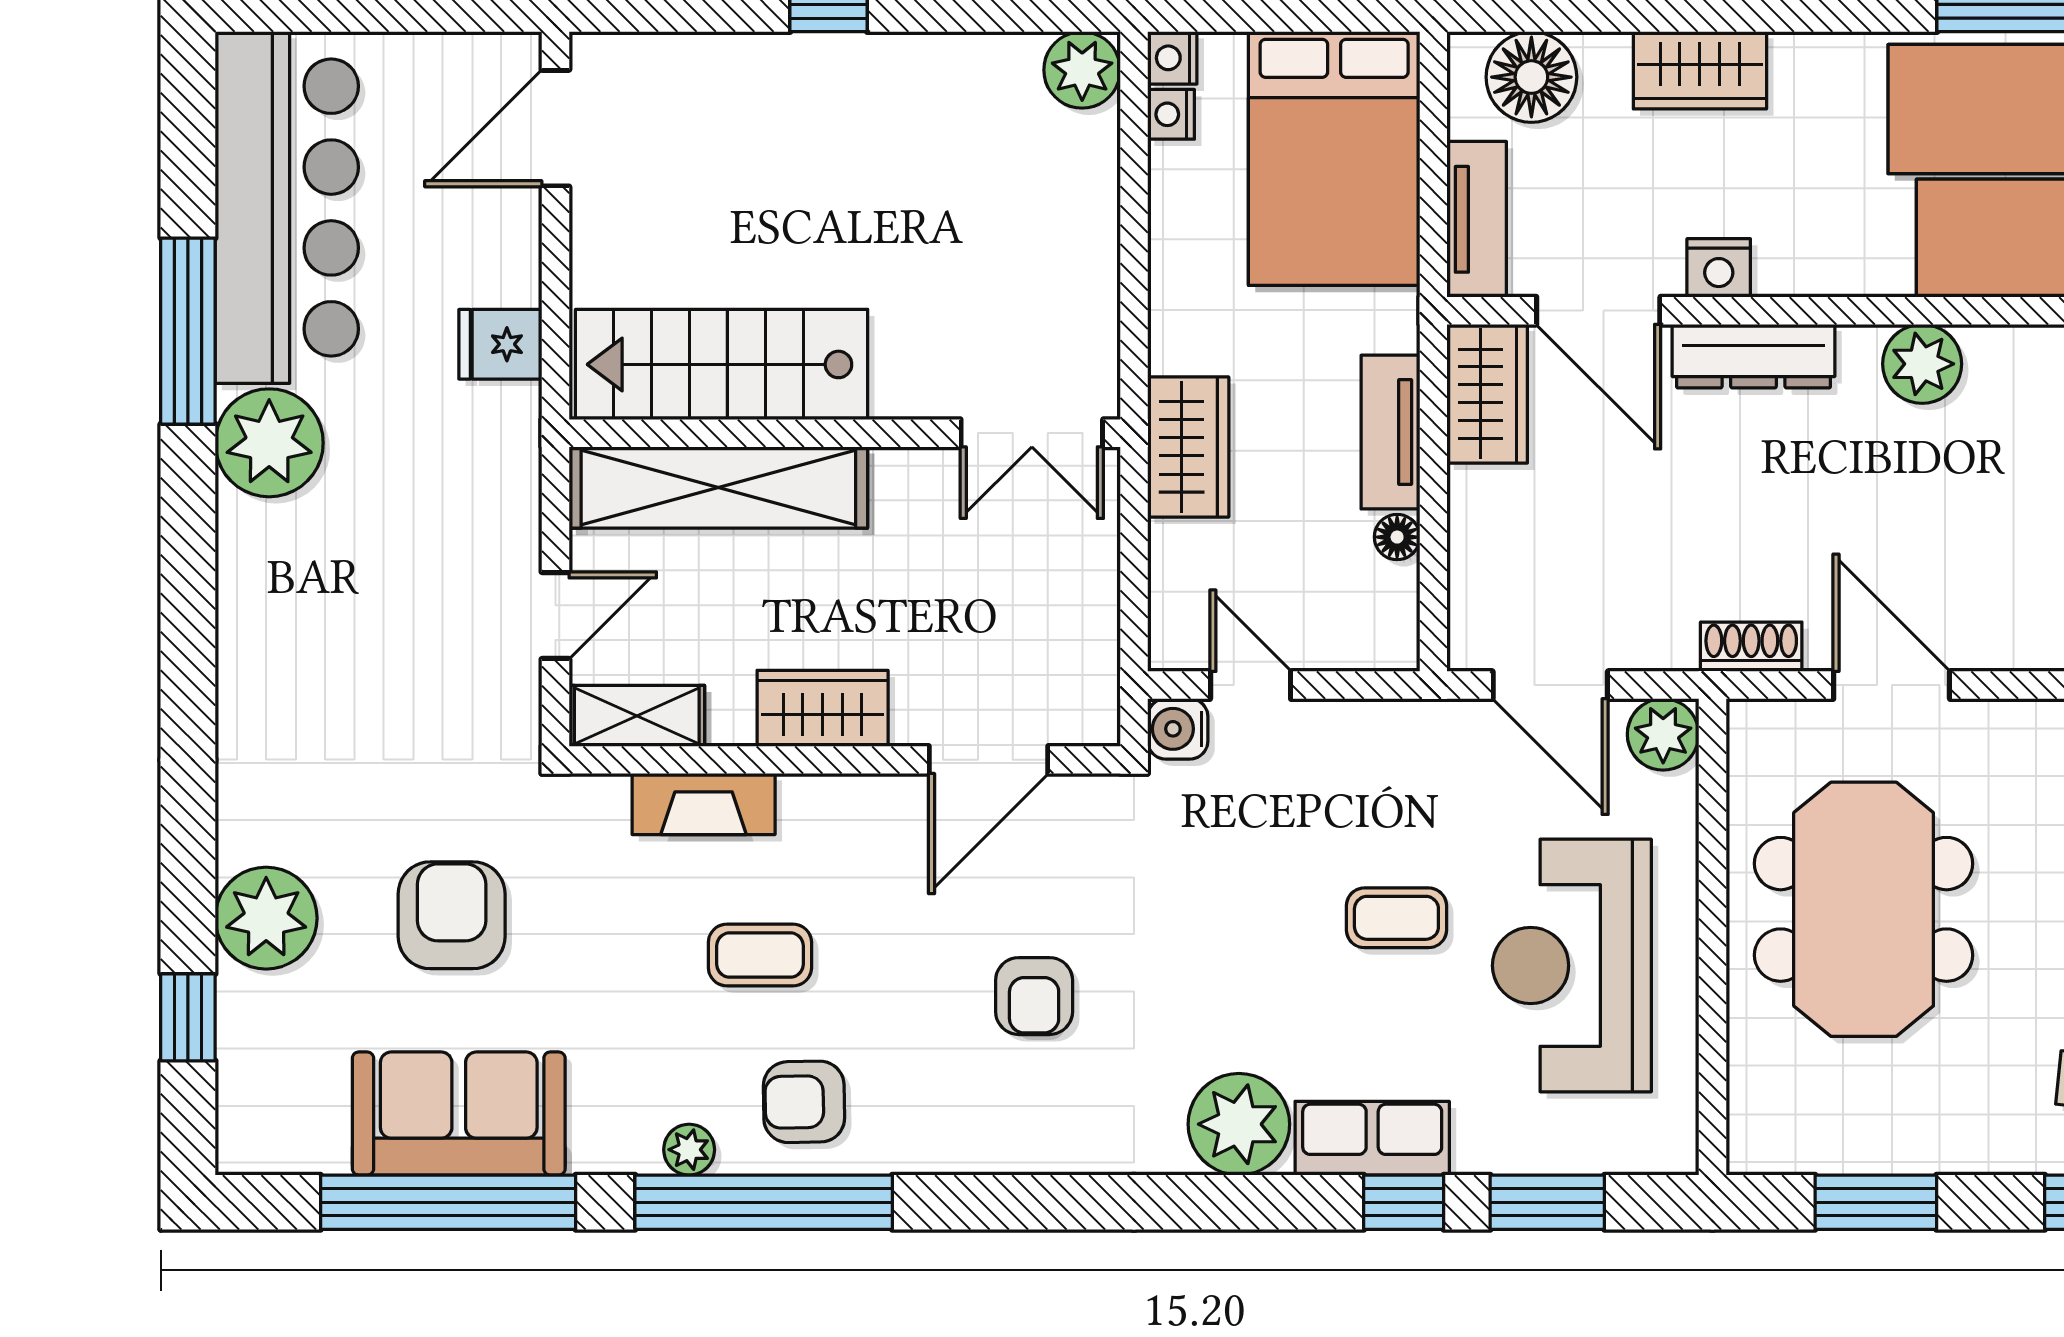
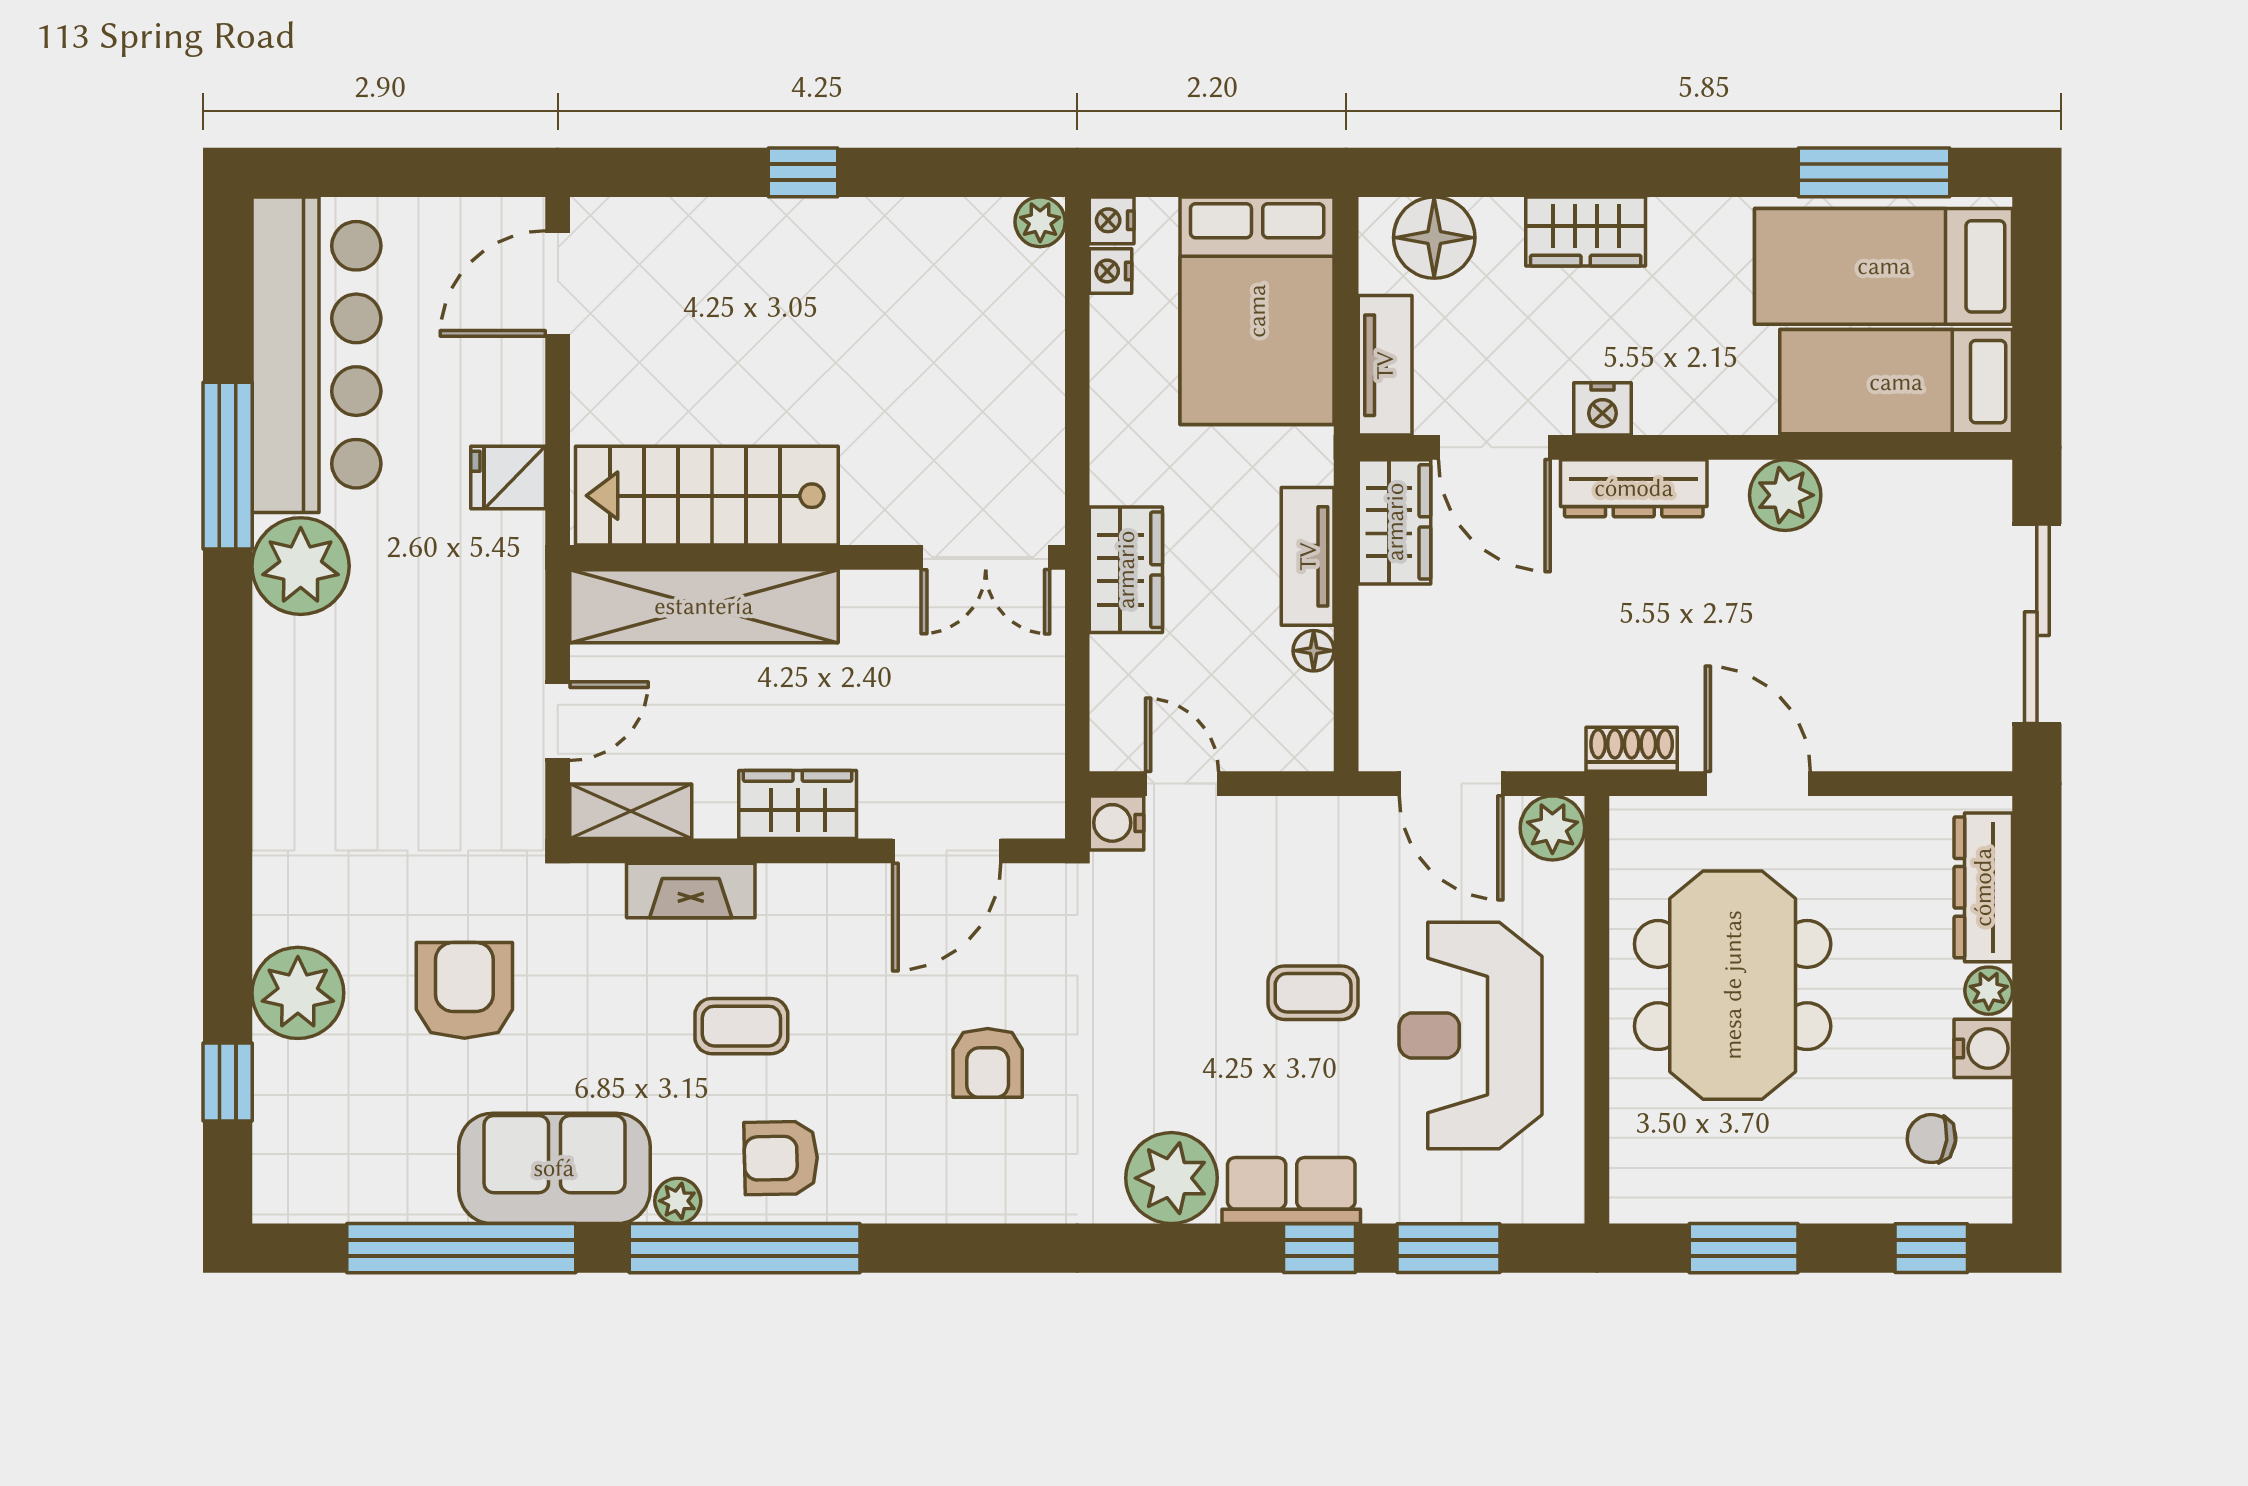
plant: (1082, 70) -> (1040, 222), width x0.73, depth x0.73
sofa: (459, 1114) -> (554, 1168), moved

